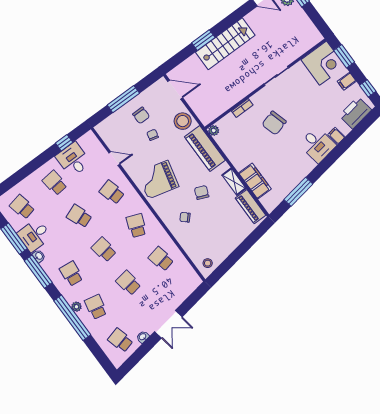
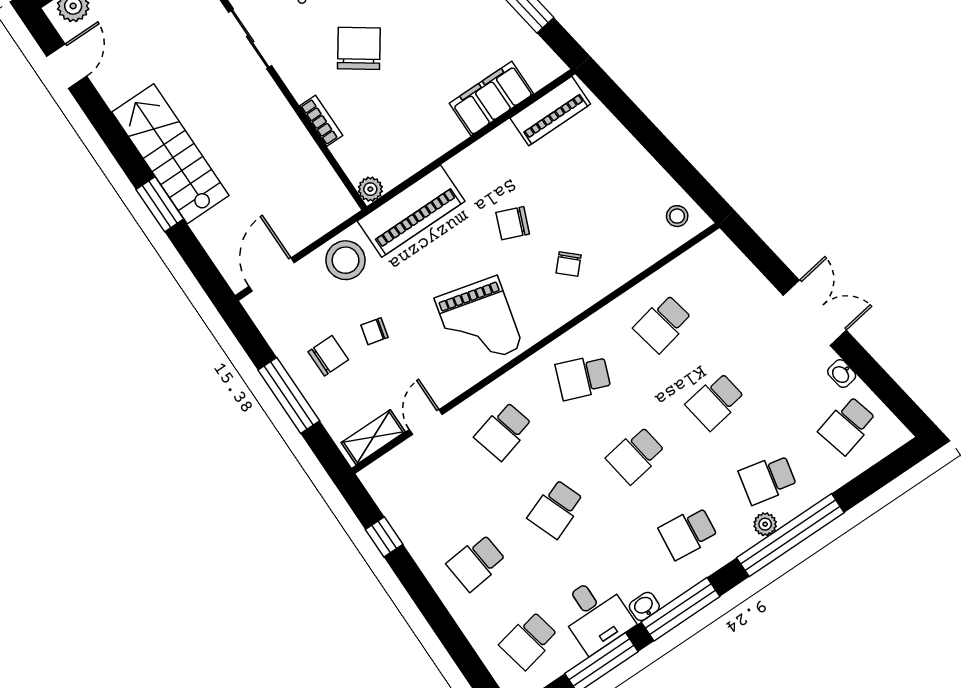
chair: (274, 123) -> (359, 48), turned -129
desk: (73, 160) -> (424, 517), removed
shelving: (234, 182) -> (373, 437), moved

